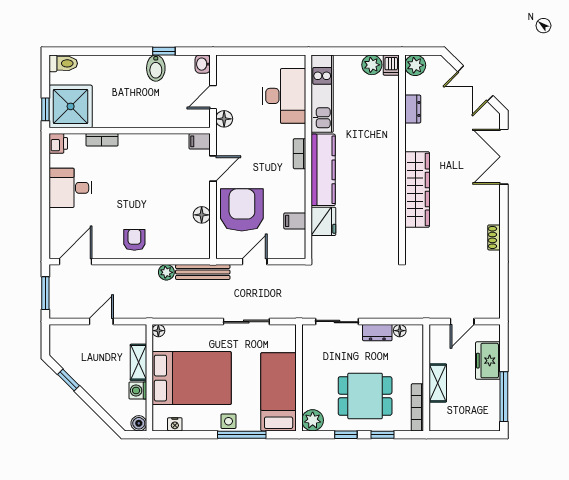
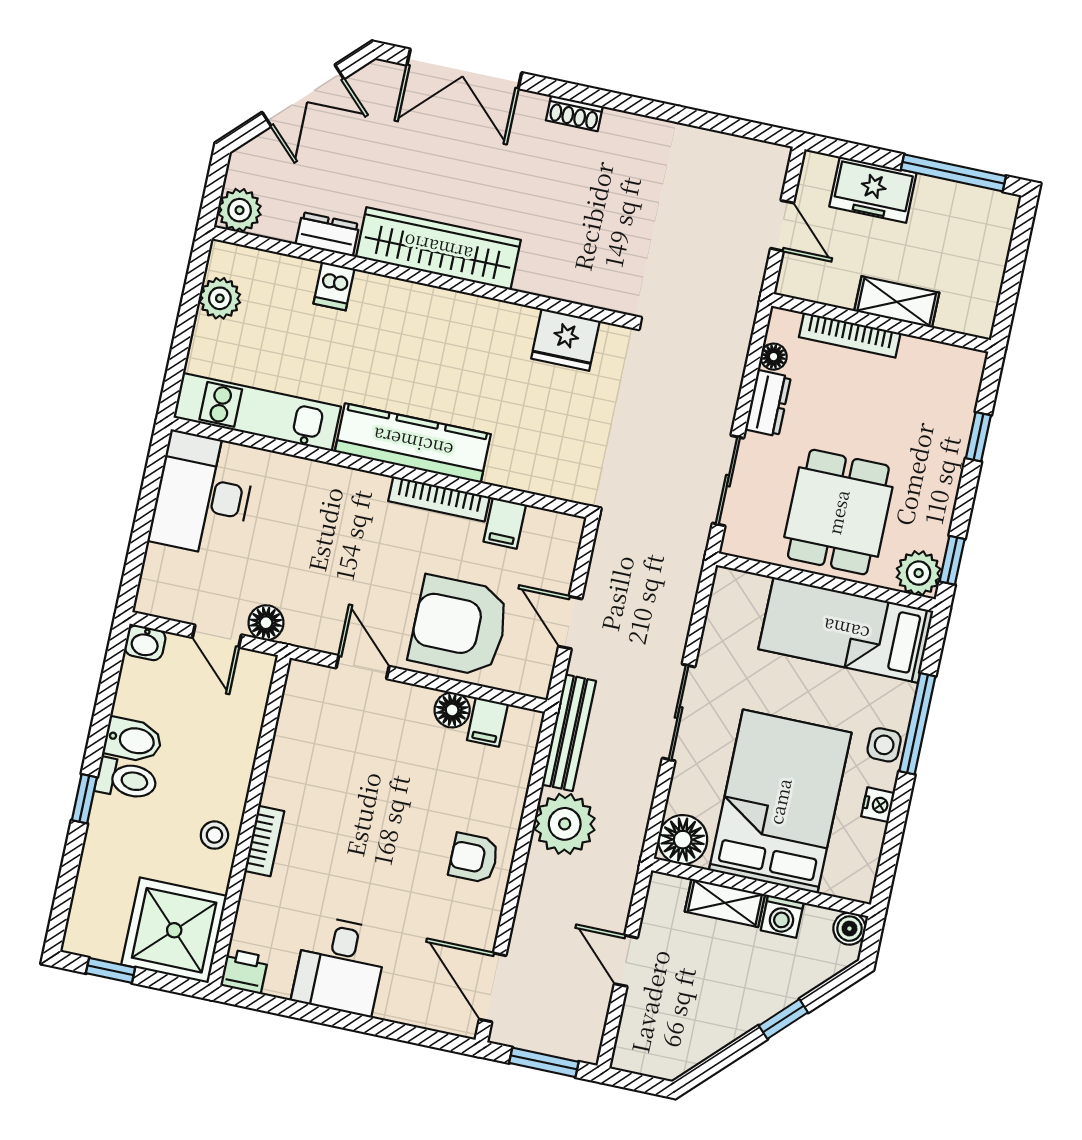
window: (164, 51) -> (84, 799), moved
toilet: (63, 63) -> (126, 779), moved, turned 90
dishwasher: (391, 65) -> (334, 286), moved, turned 90
desk: (284, 96) -> (203, 494), moved, turned -90
window: (45, 109) -> (110, 970), moved
stool: (119, 116) -> (214, 835), added
bookcase: (102, 140) -> (264, 841), moved
filing cabinet: (200, 141) -> (487, 722), moved
bookcase: (300, 154) -> (439, 499), moved, width x1.56
wardrobe: (417, 190) -> (438, 248), moved
fridge: (323, 221) -> (565, 340), moved, turned 180
shoe rack: (494, 237) -> (574, 113), moved
plant: (166, 272) -> (565, 824), width x1.87, depth x1.87
sliding door: (246, 322) -> (679, 713), moved
floor lamp: (158, 331) -> (683, 840), width x1.89, depth x1.89
window: (68, 380) -> (783, 1019), moved
dining table: (365, 396) -> (838, 512), moved
bookcase: (417, 407) -> (850, 335), moved
nightstand: (175, 424) -> (878, 805), moved
window: (346, 435) -> (952, 560), moved

